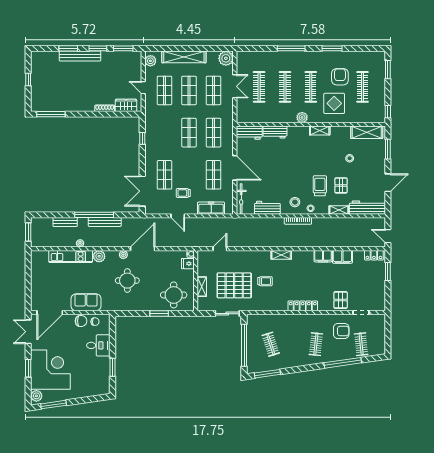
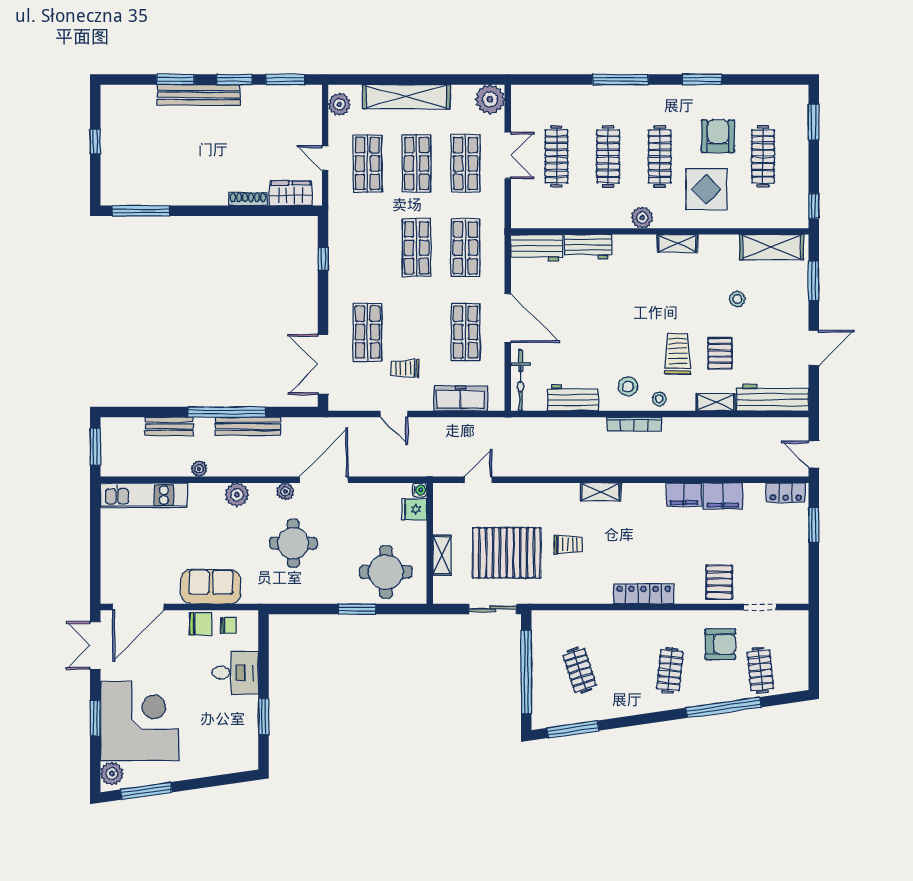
kitchen unit: (71, 256) -> (144, 495), moved

